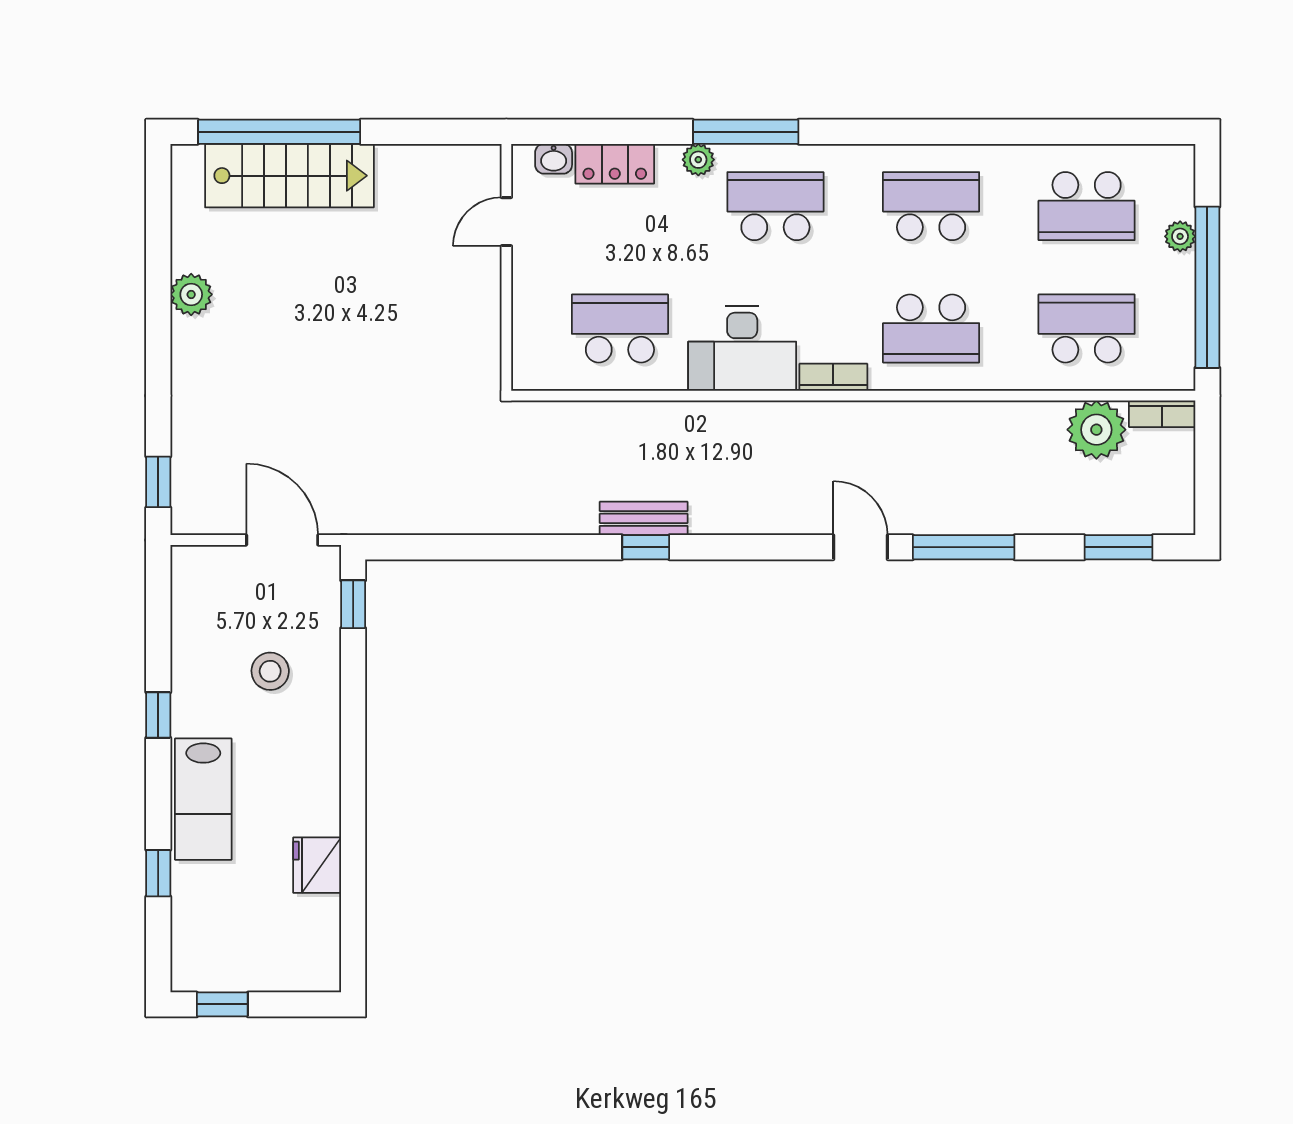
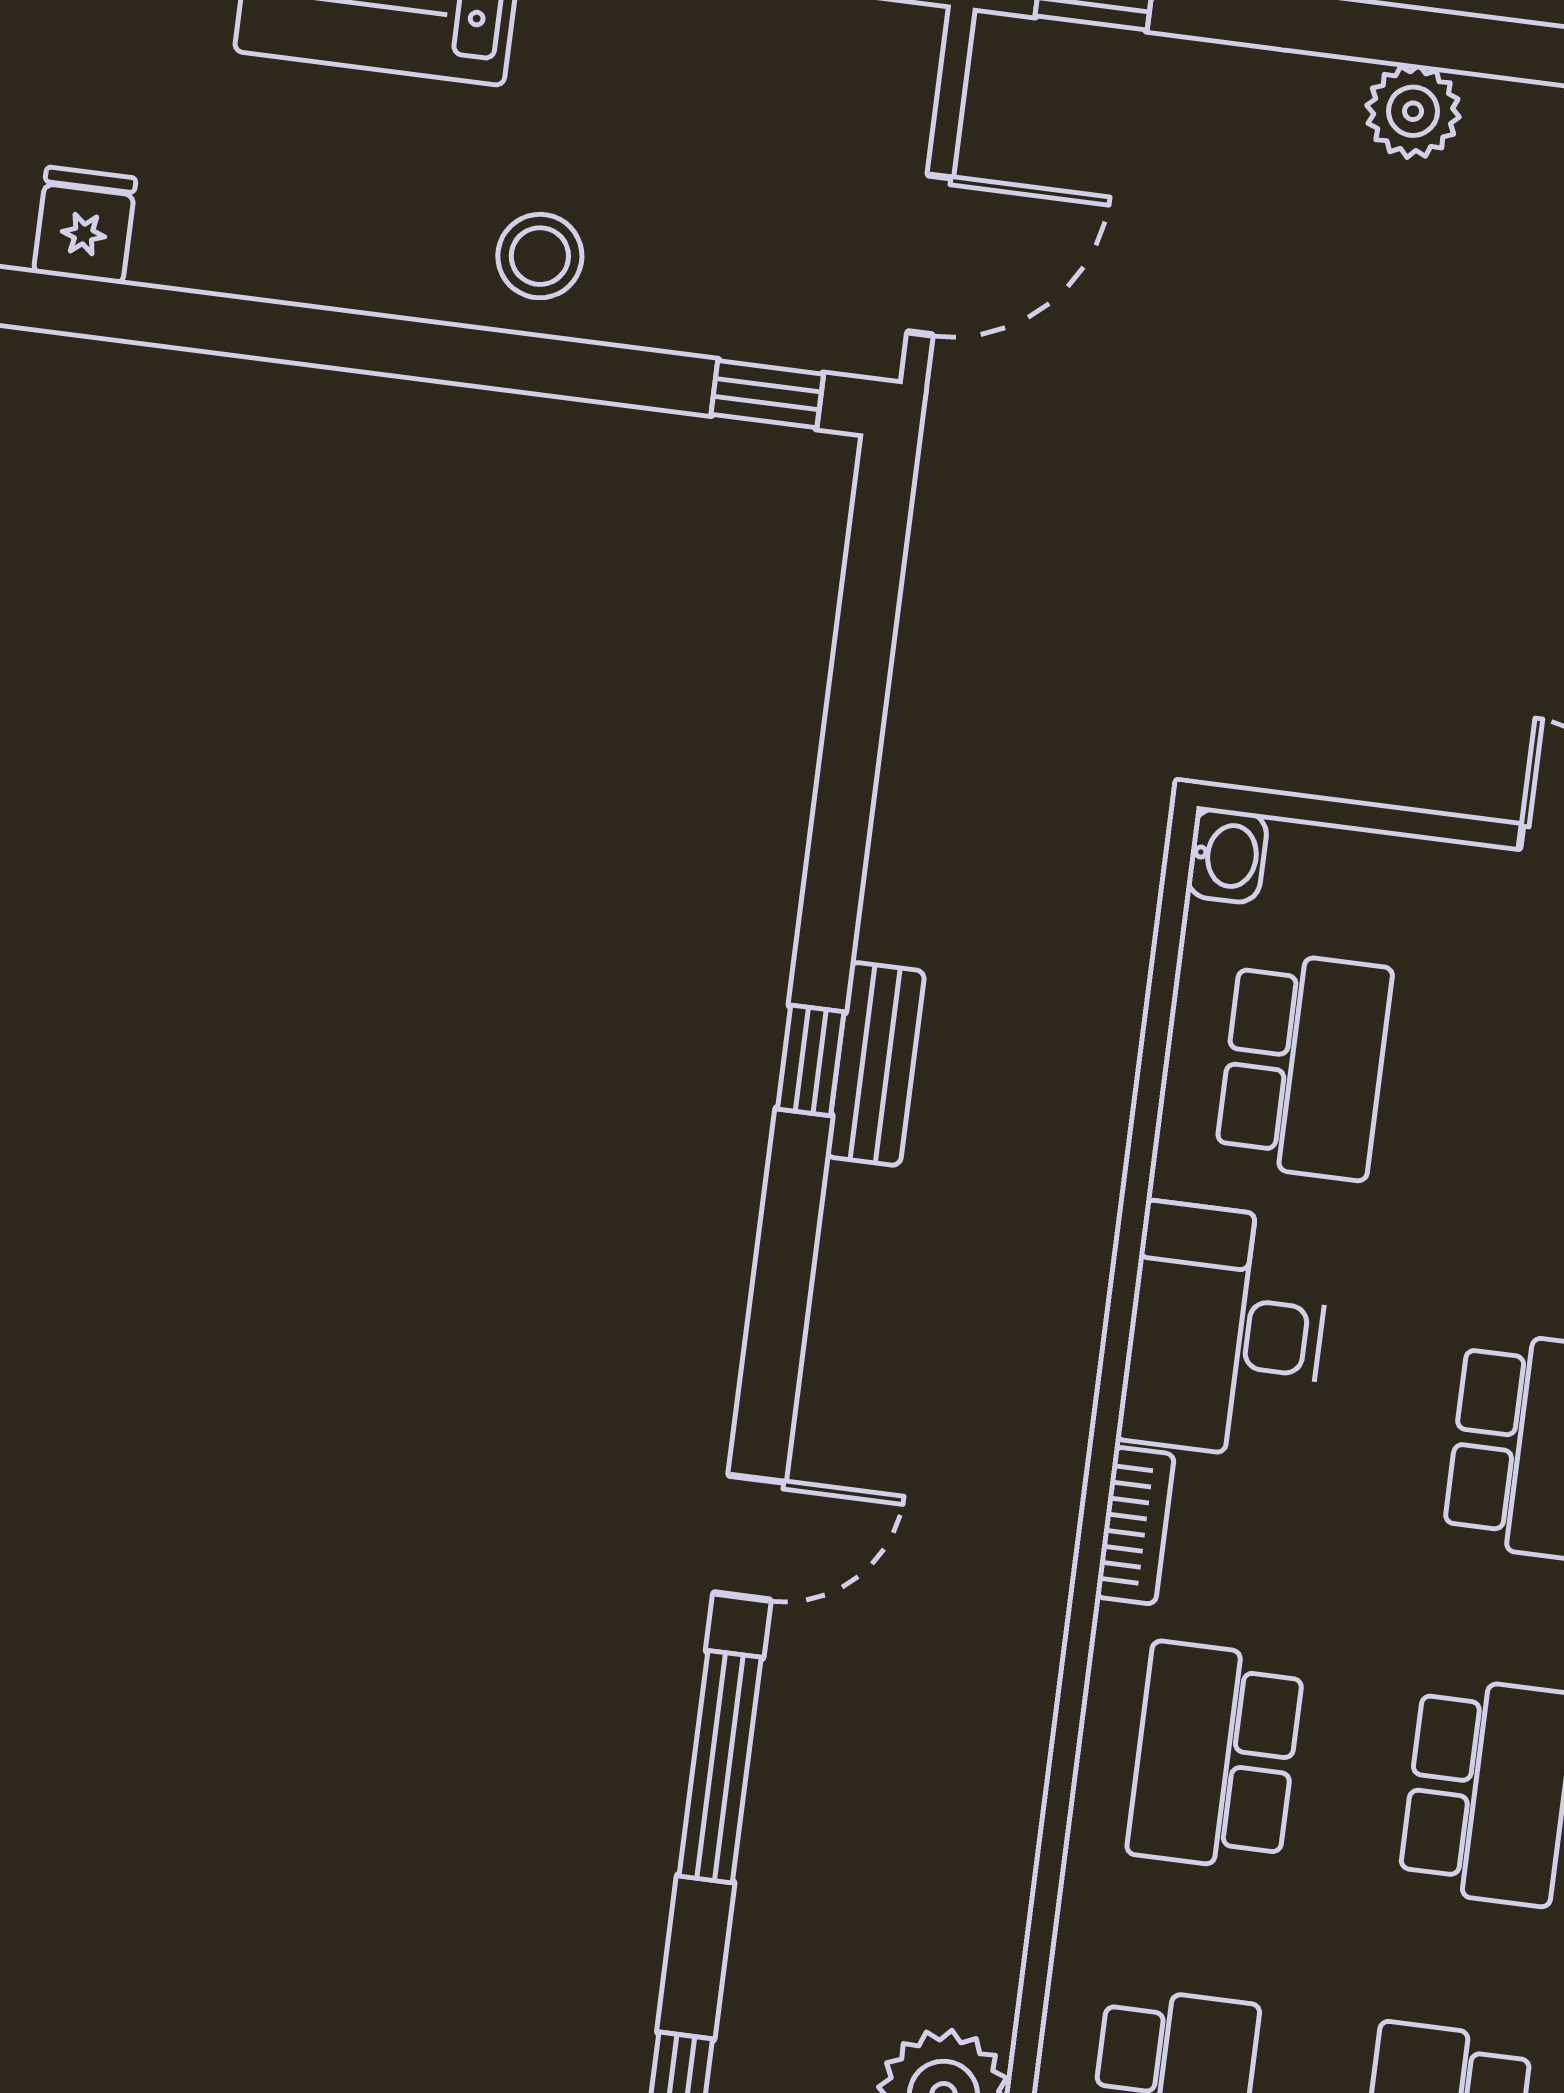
plant: (191, 294) -> (1413, 111), moved
washbasin: (531, 375) -> (1227, 855), added
stool: (270, 671) -> (540, 256), moved
fridge: (317, 865) -> (85, 225), moved, width x0.72

